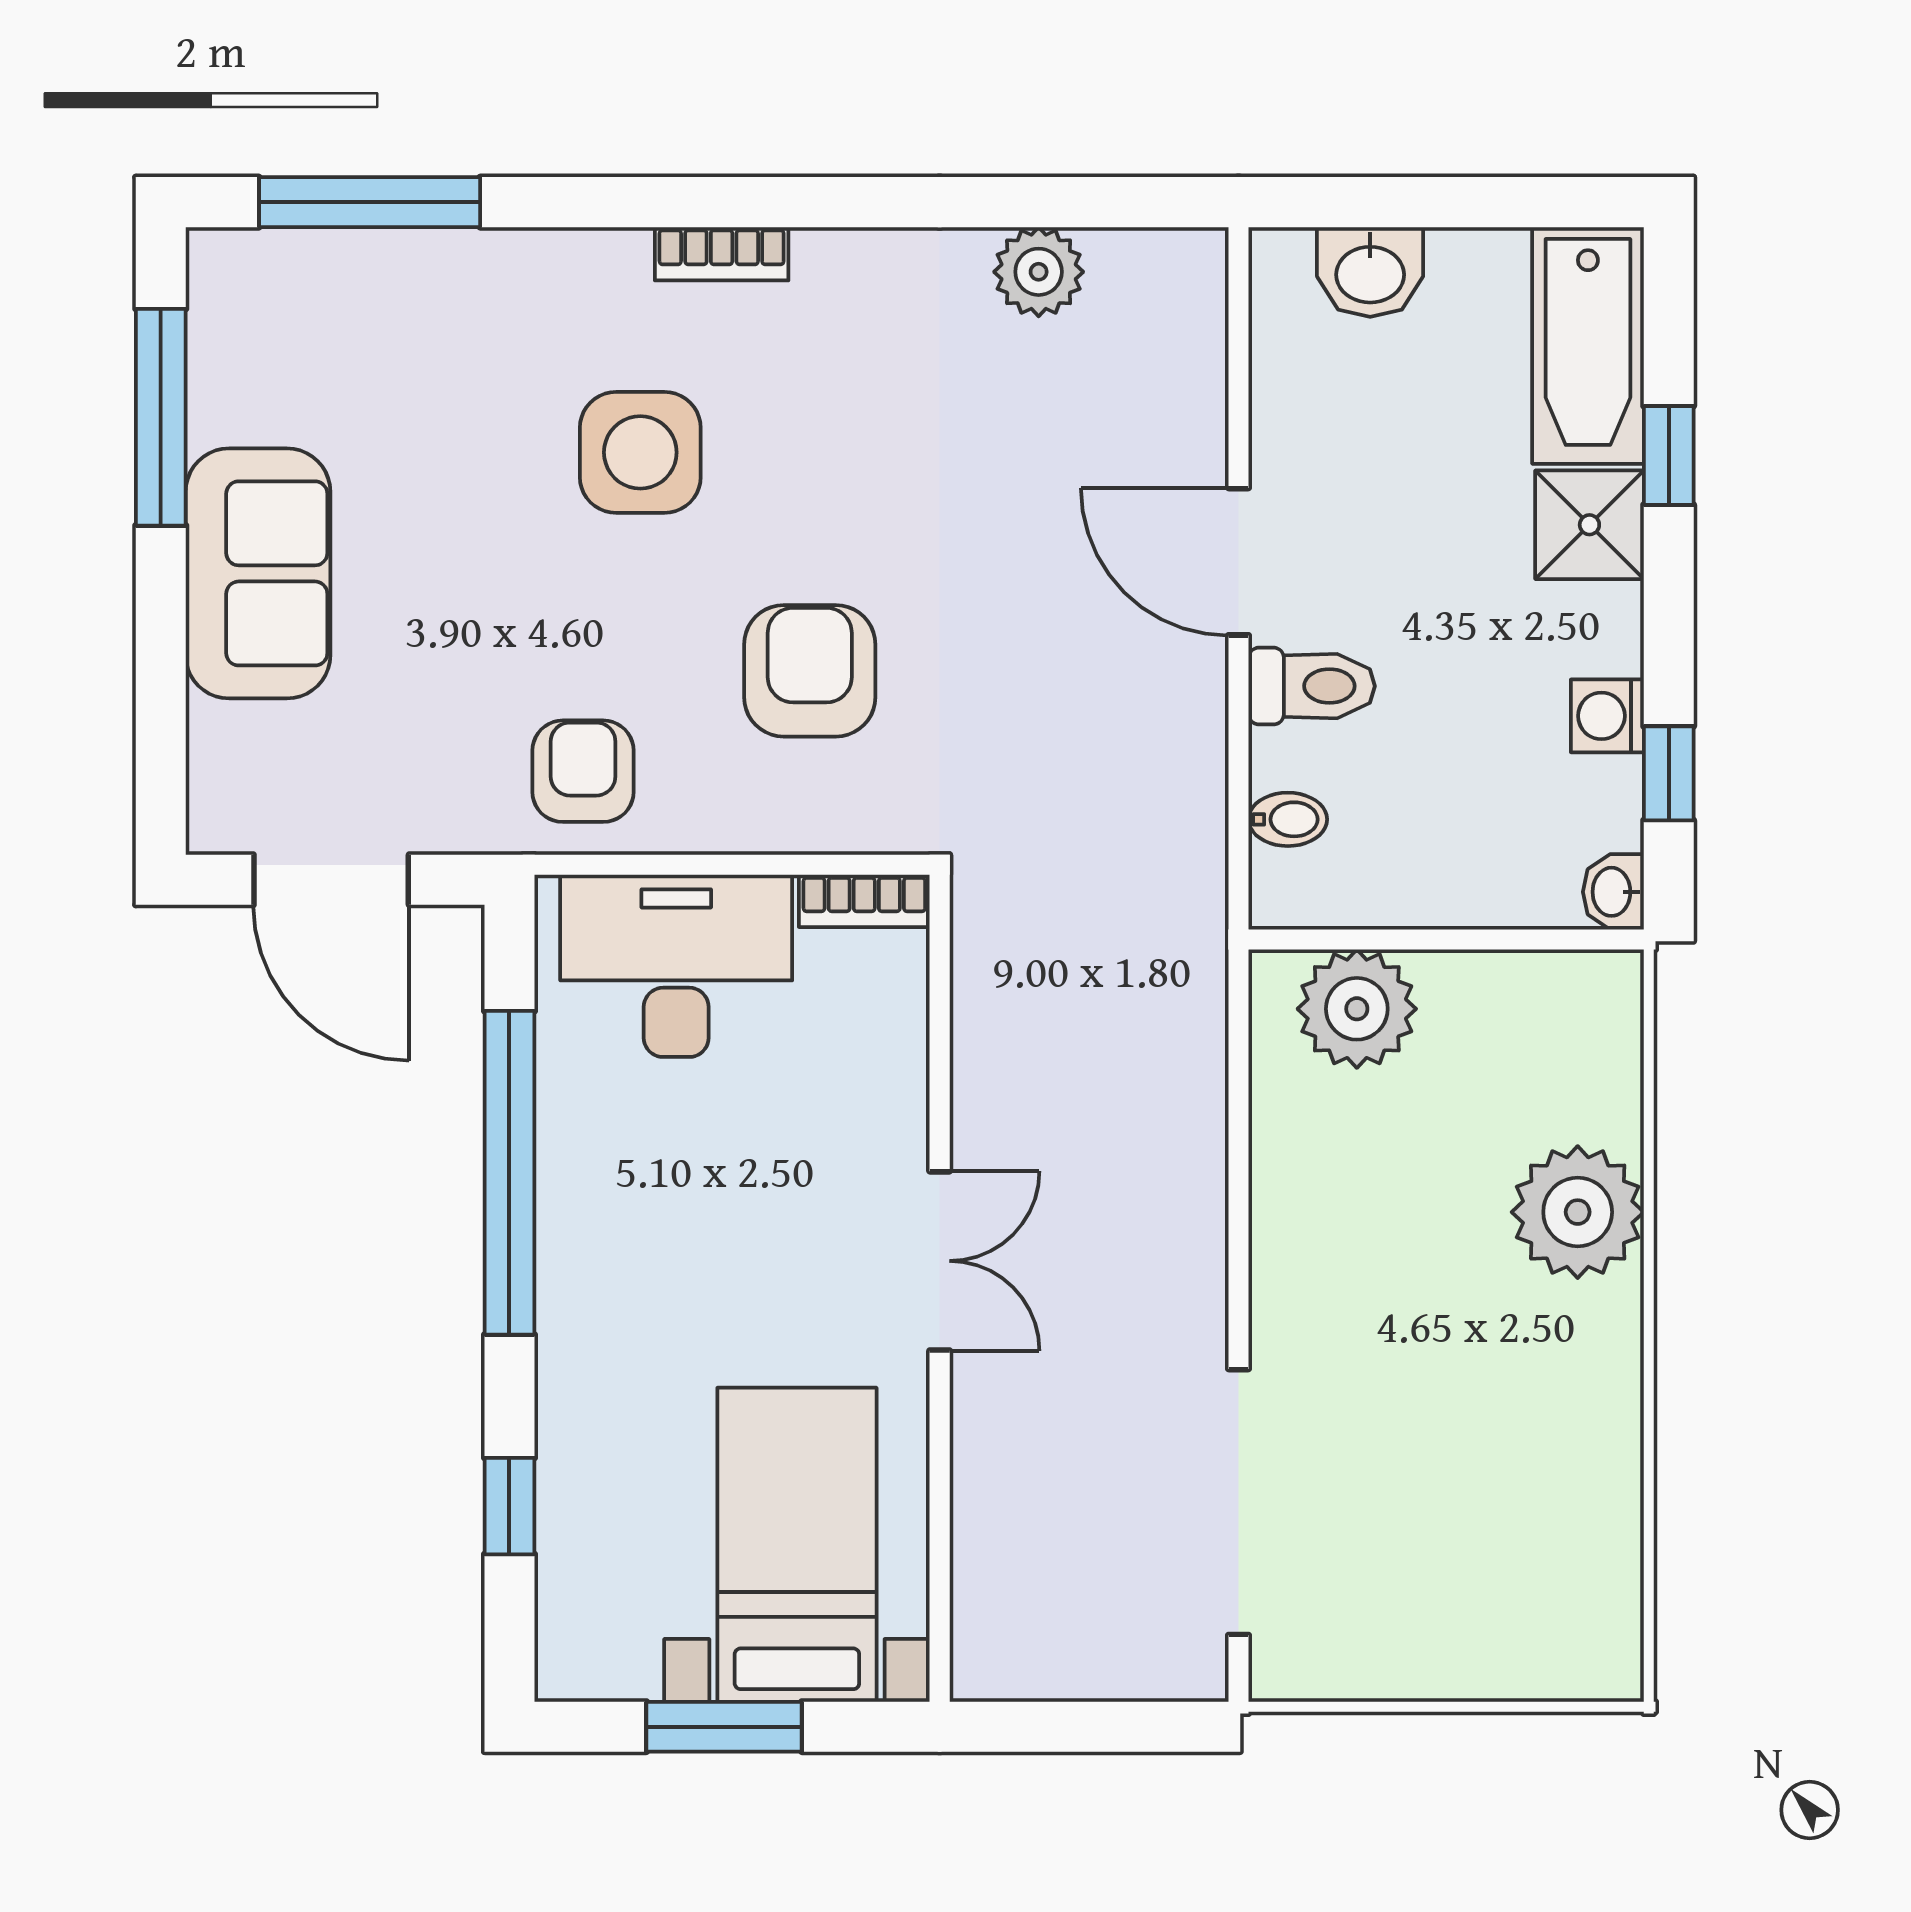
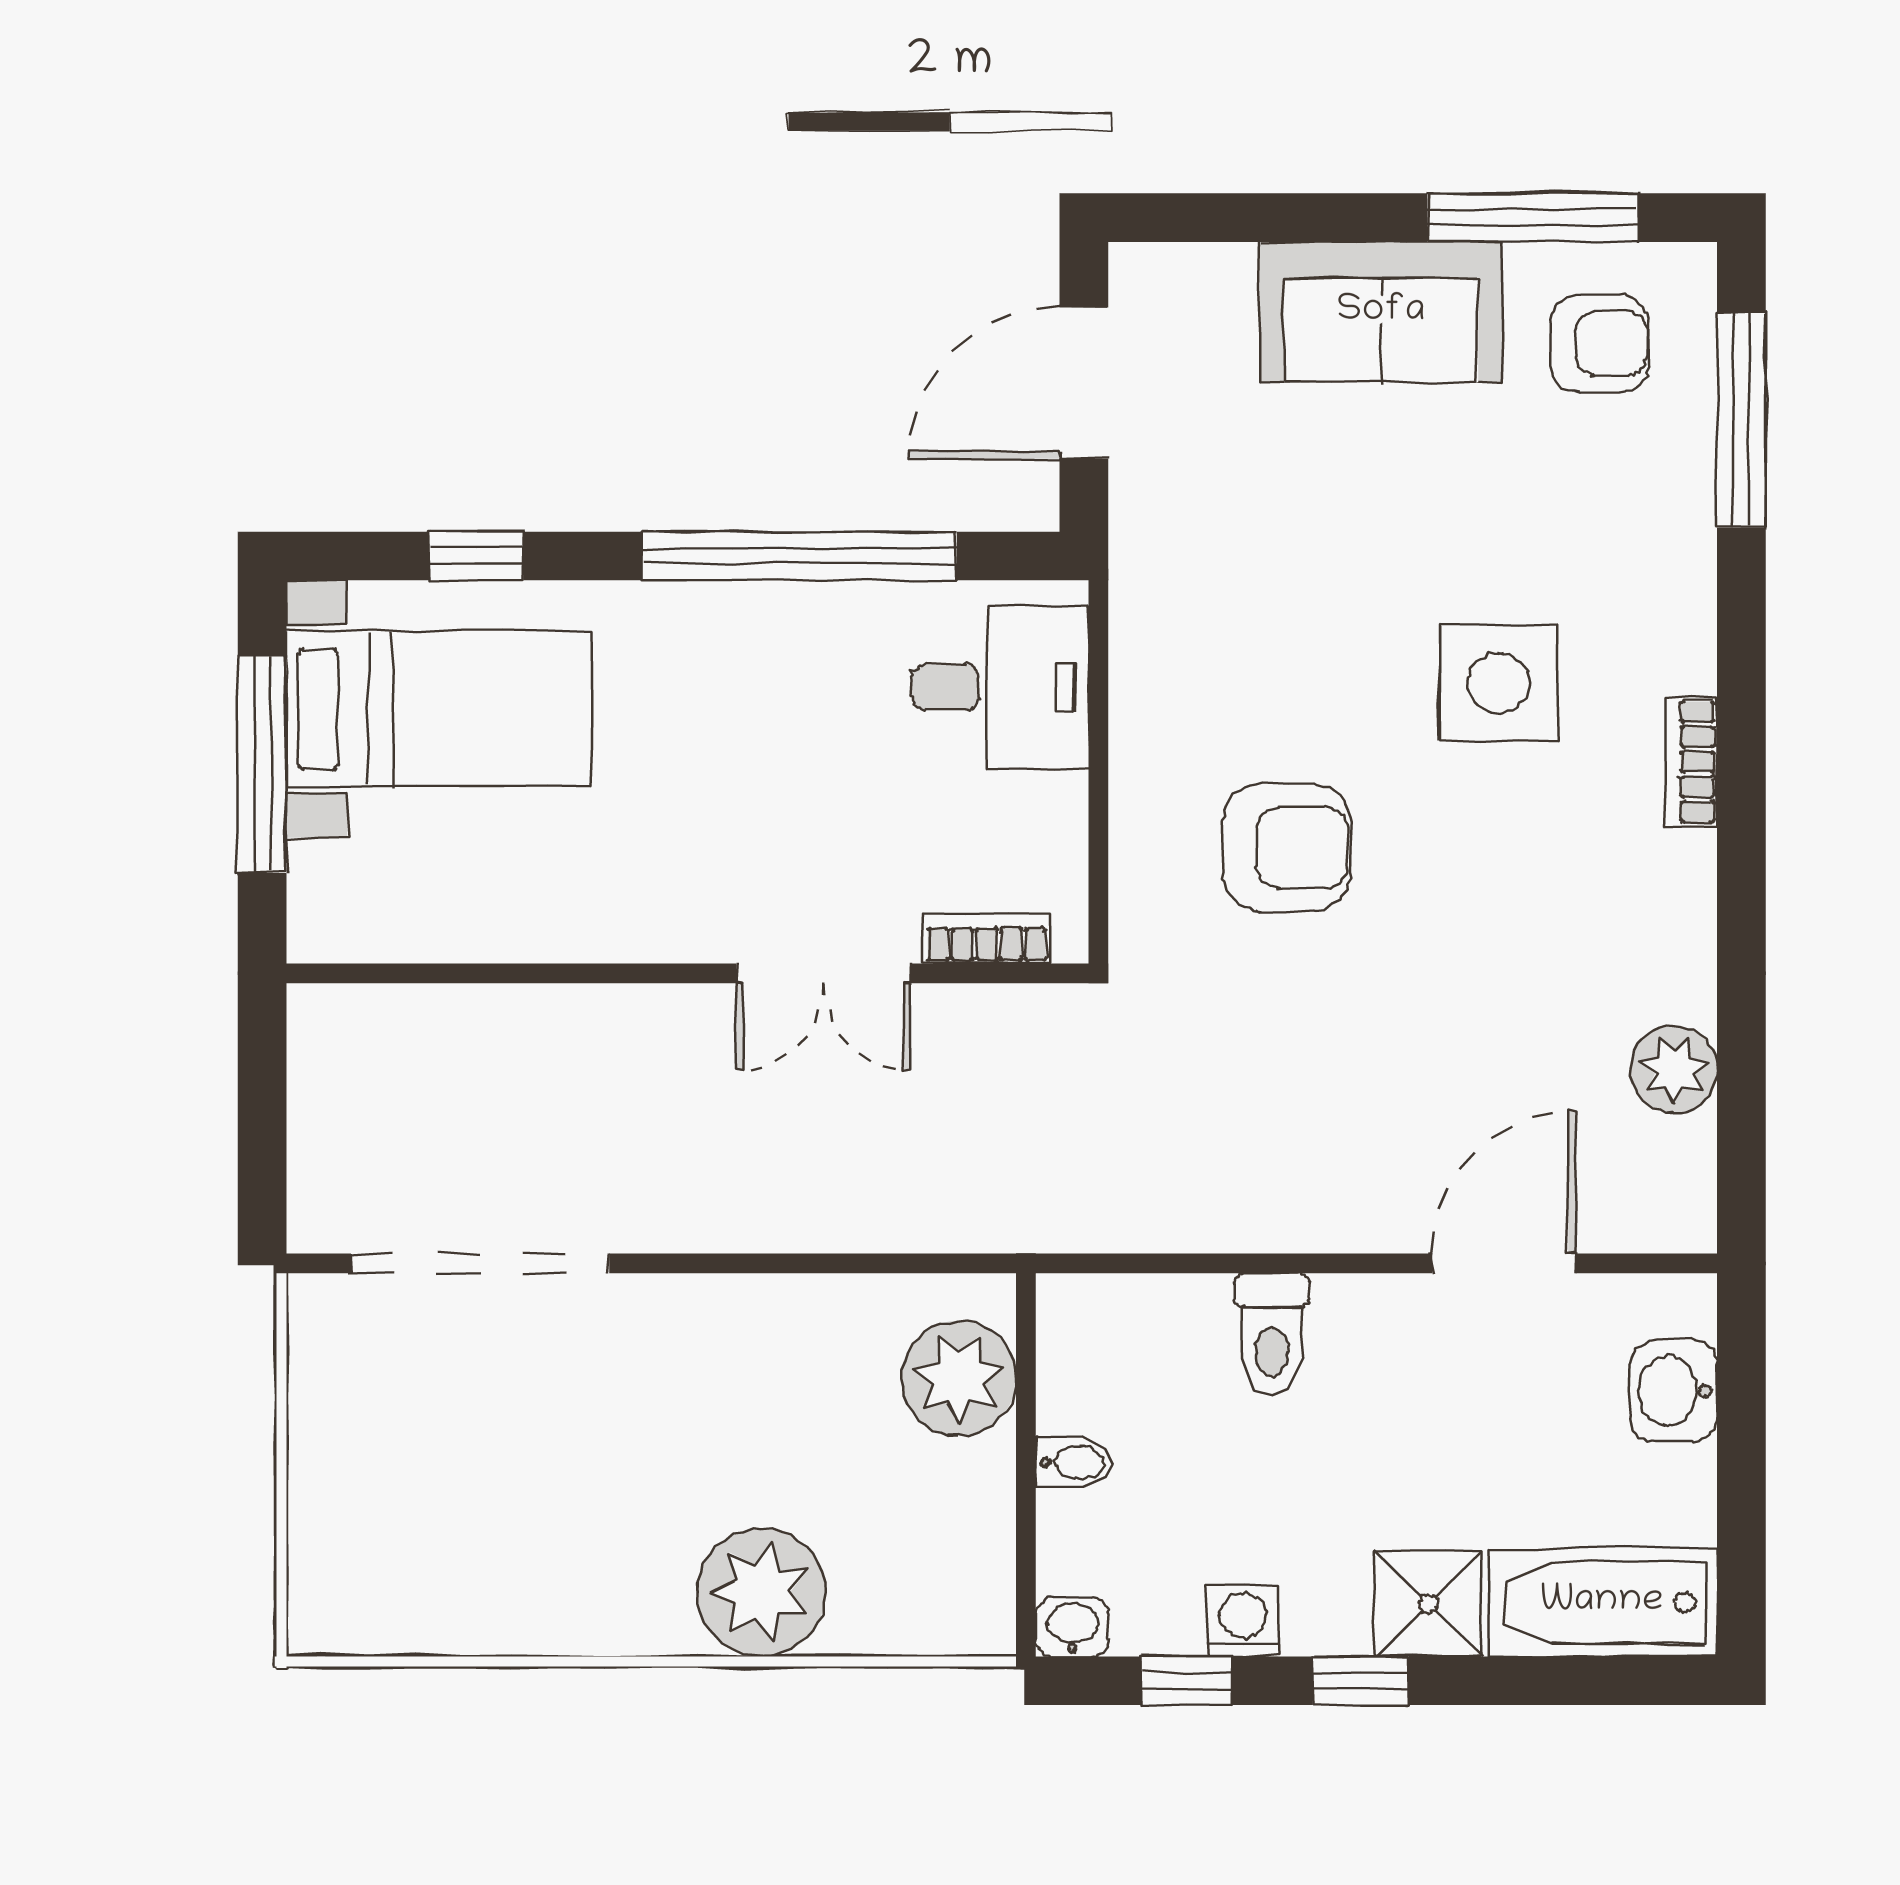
window: (1669, 455) -> (1361, 1681), moved
door: (1239, 562) -> (1504, 1263), moved
armchair: (583, 771) -> (1600, 344), moved
bidet: (1288, 819) -> (1074, 1463), moved, turned -90
bookcase: (864, 901) -> (987, 938), moved, turned 90
desk: (676, 966) -> (1000, 687), width x0.73
double door: (940, 1261) -> (823, 973), moved
bed with nightstands: (797, 1545) -> (439, 709), moved
window: (724, 1727) -> (262, 764), width x1.44

